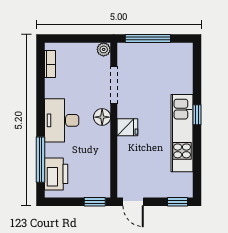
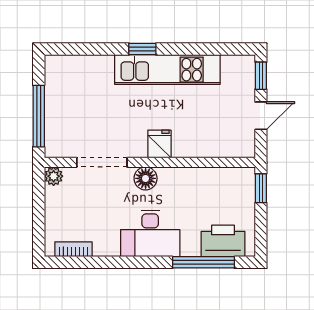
door: (133, 202) -> (261, 116), moved

